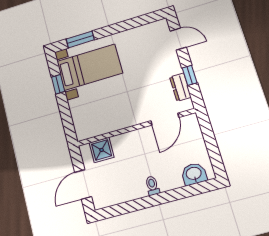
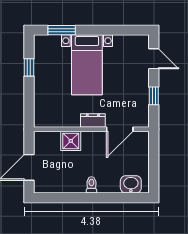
bed with nightstands: (90, 67) -> (87, 65), moved, turned 90
dresser: (180, 87) -> (93, 120), moved, turned 90
shower: (102, 150) -> (71, 141), moved

